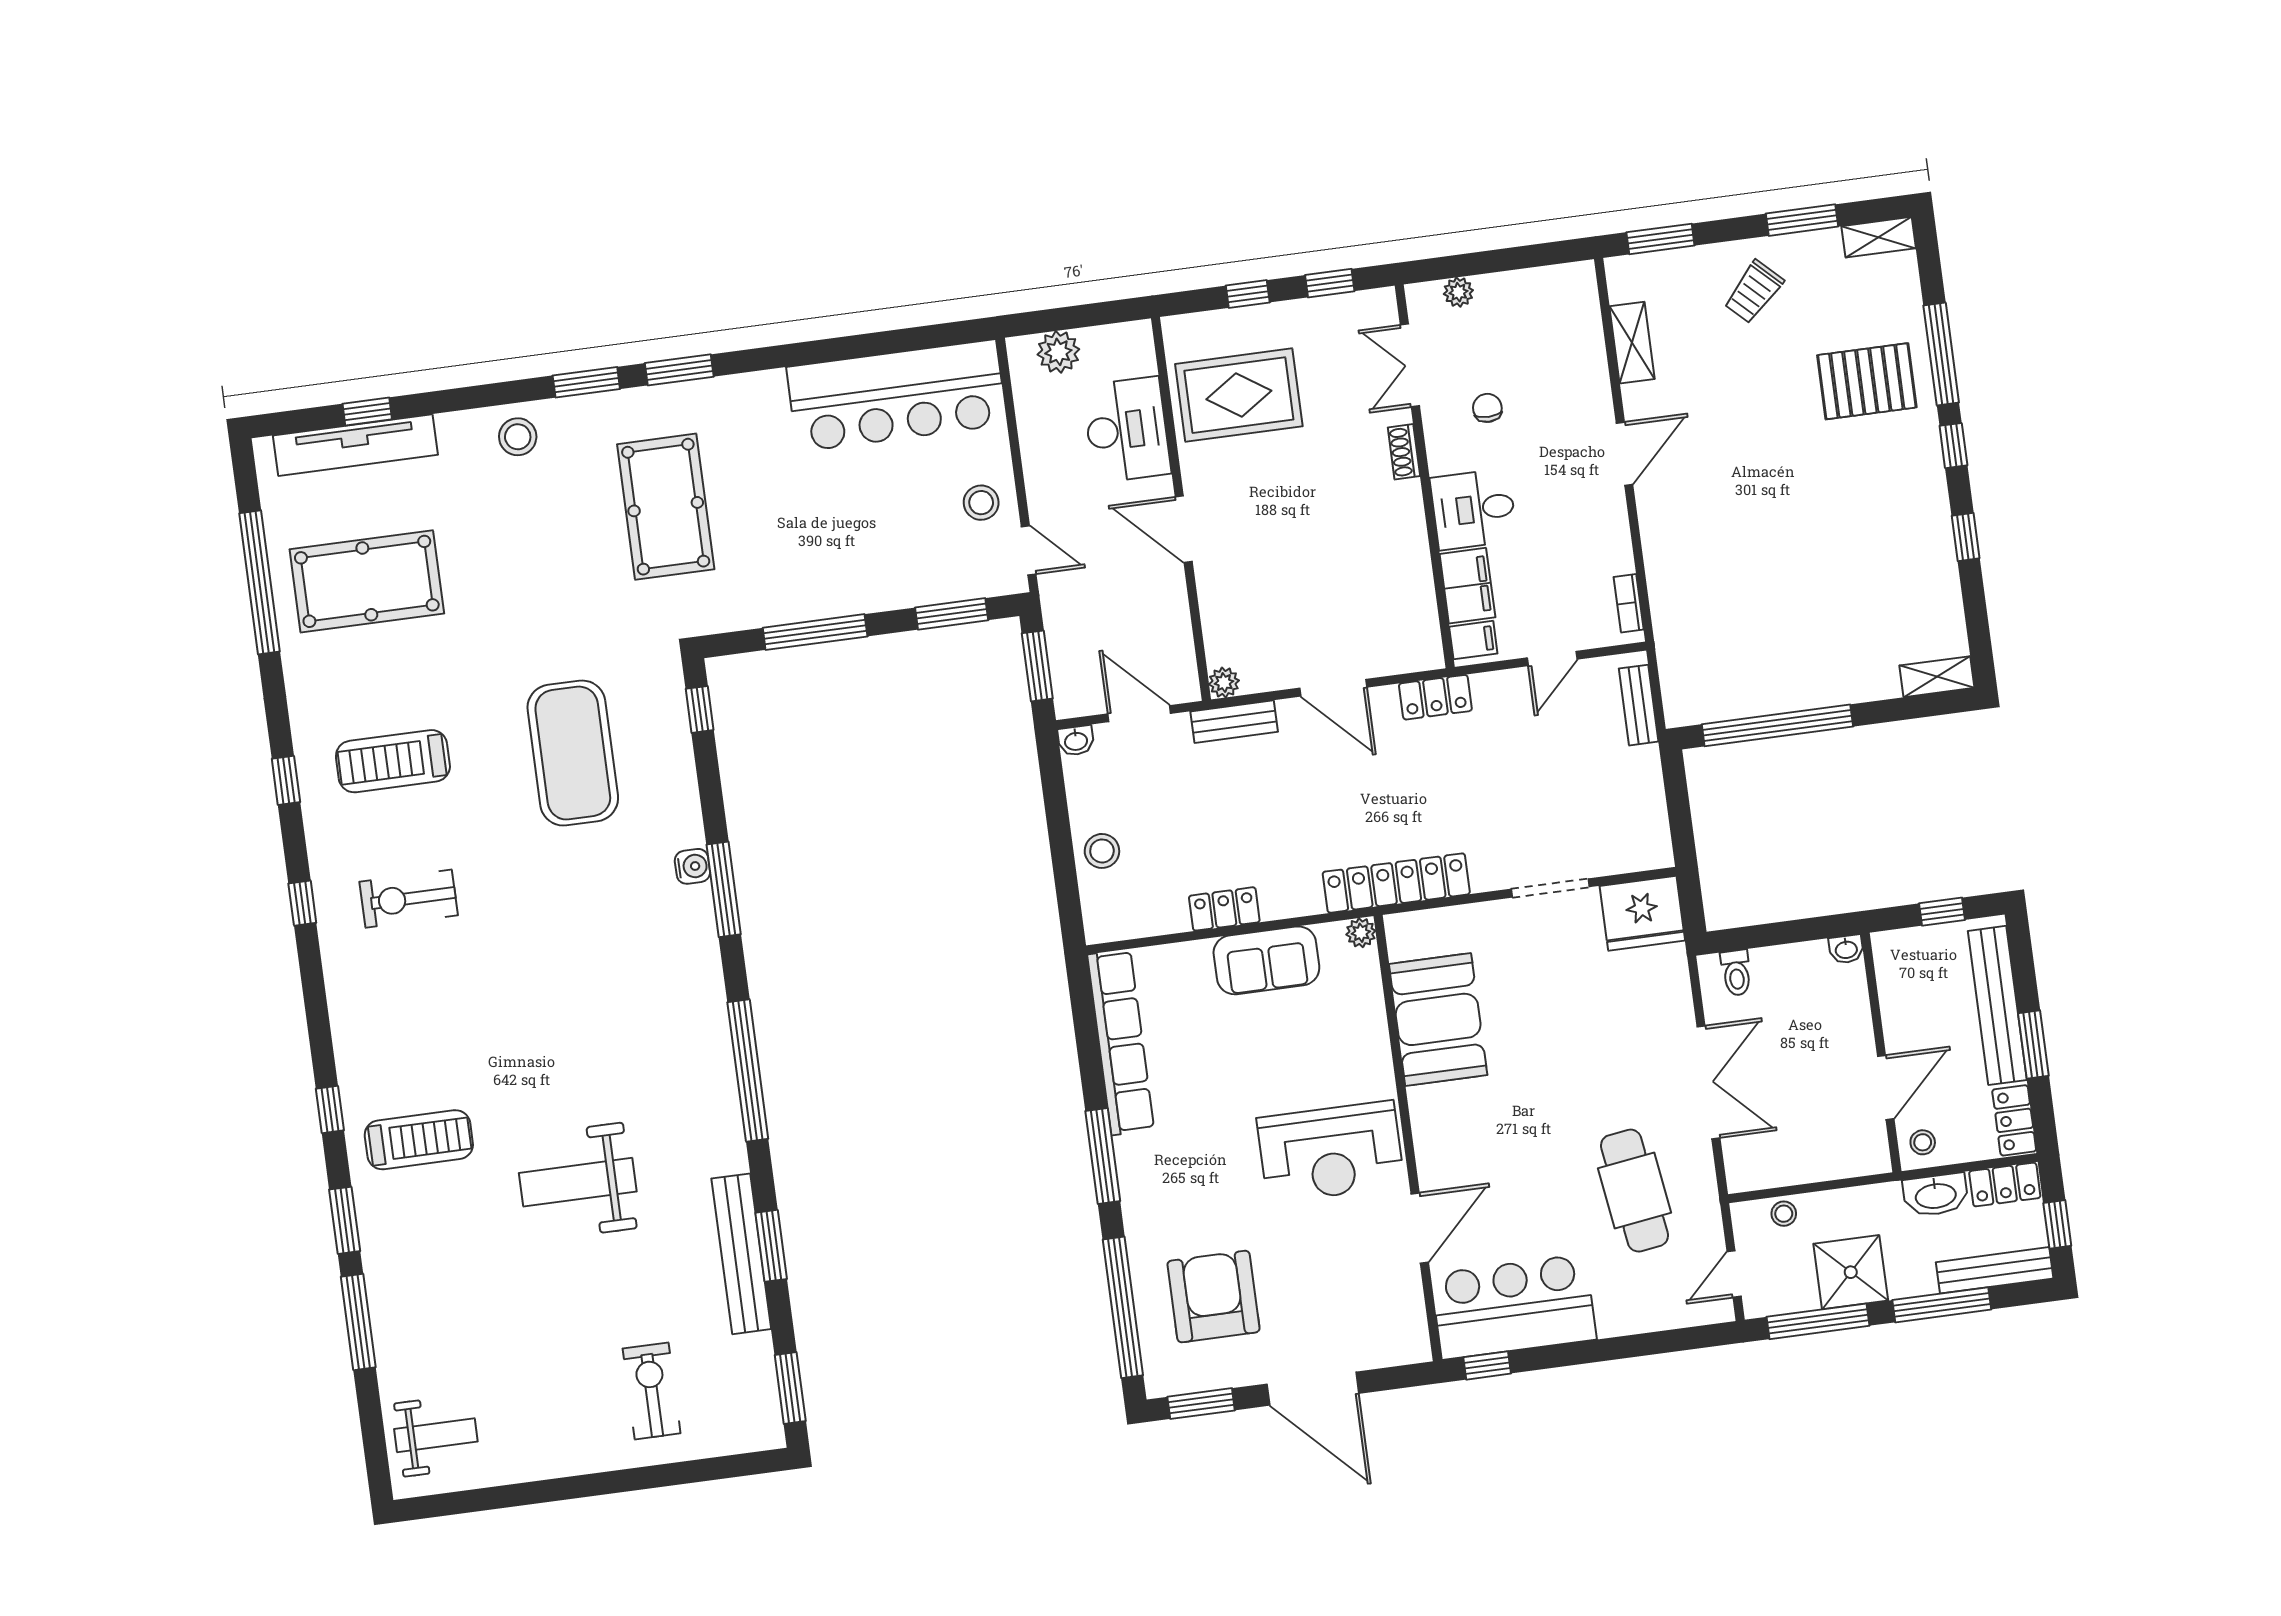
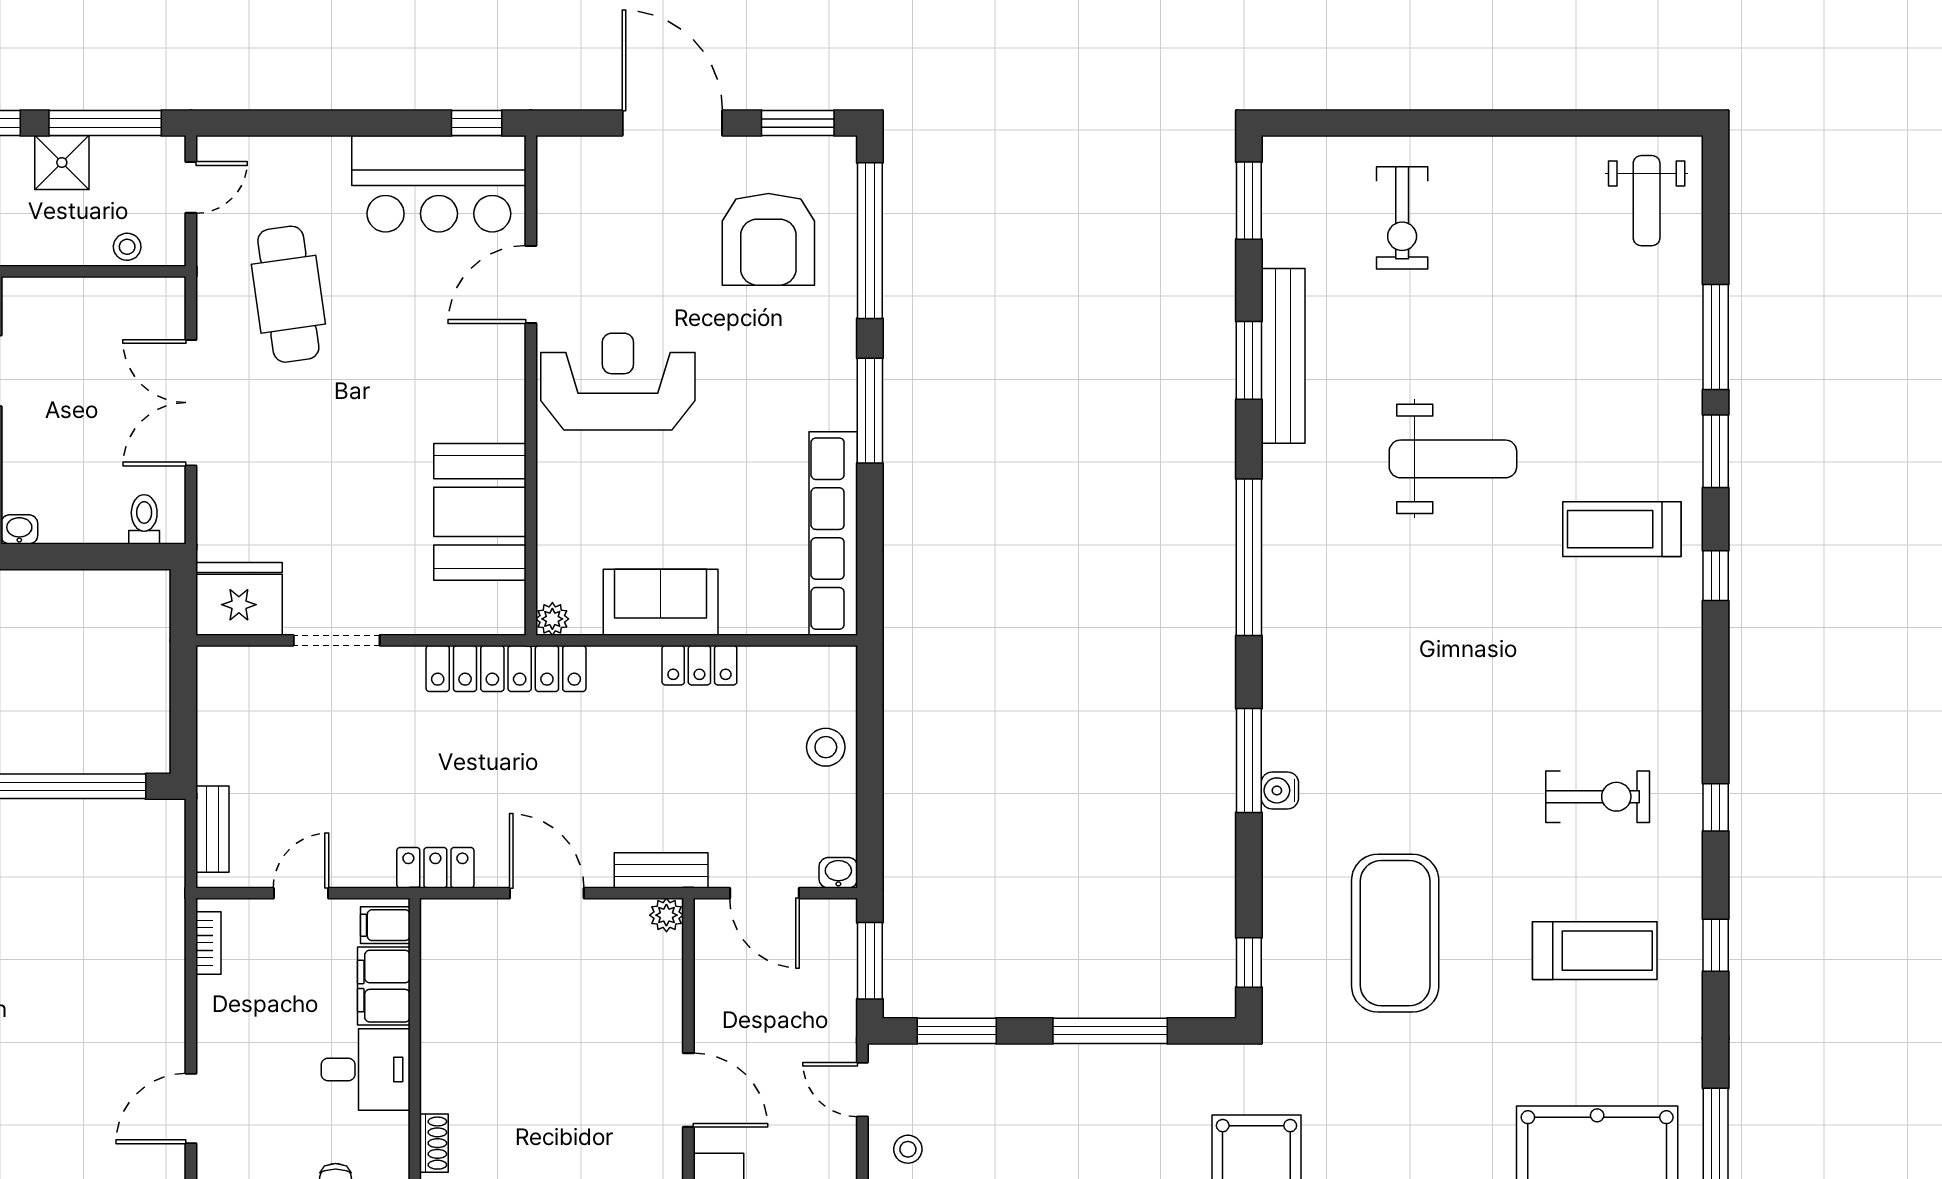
stool: (981, 503) -> (908, 1149), width x0.73, depth x0.73
shower: (1851, 1272) -> (62, 162), width x0.73, depth x0.73
weight bench: (436, 1435) -> (1647, 201), turned -90

